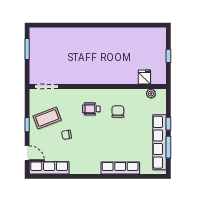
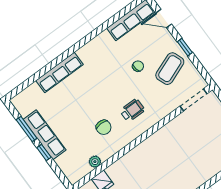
plant: (151, 94) -> (95, 162), moved
row of seats: (159, 142) -> (45, 135), width x0.73

